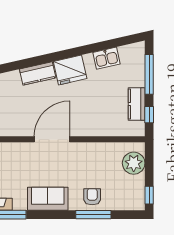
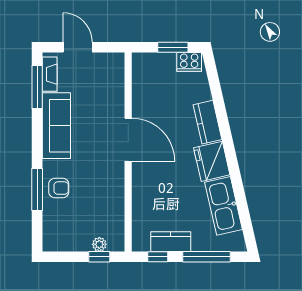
kitchen sink: (106, 58) -> (224, 206), width x1.88, depth x1.24
plant: (134, 163) -> (99, 244), width x0.53, depth x0.53
window: (149, 195) -> (99, 257), moved
sofa: (48, 199) -> (56, 126), width x1.36

